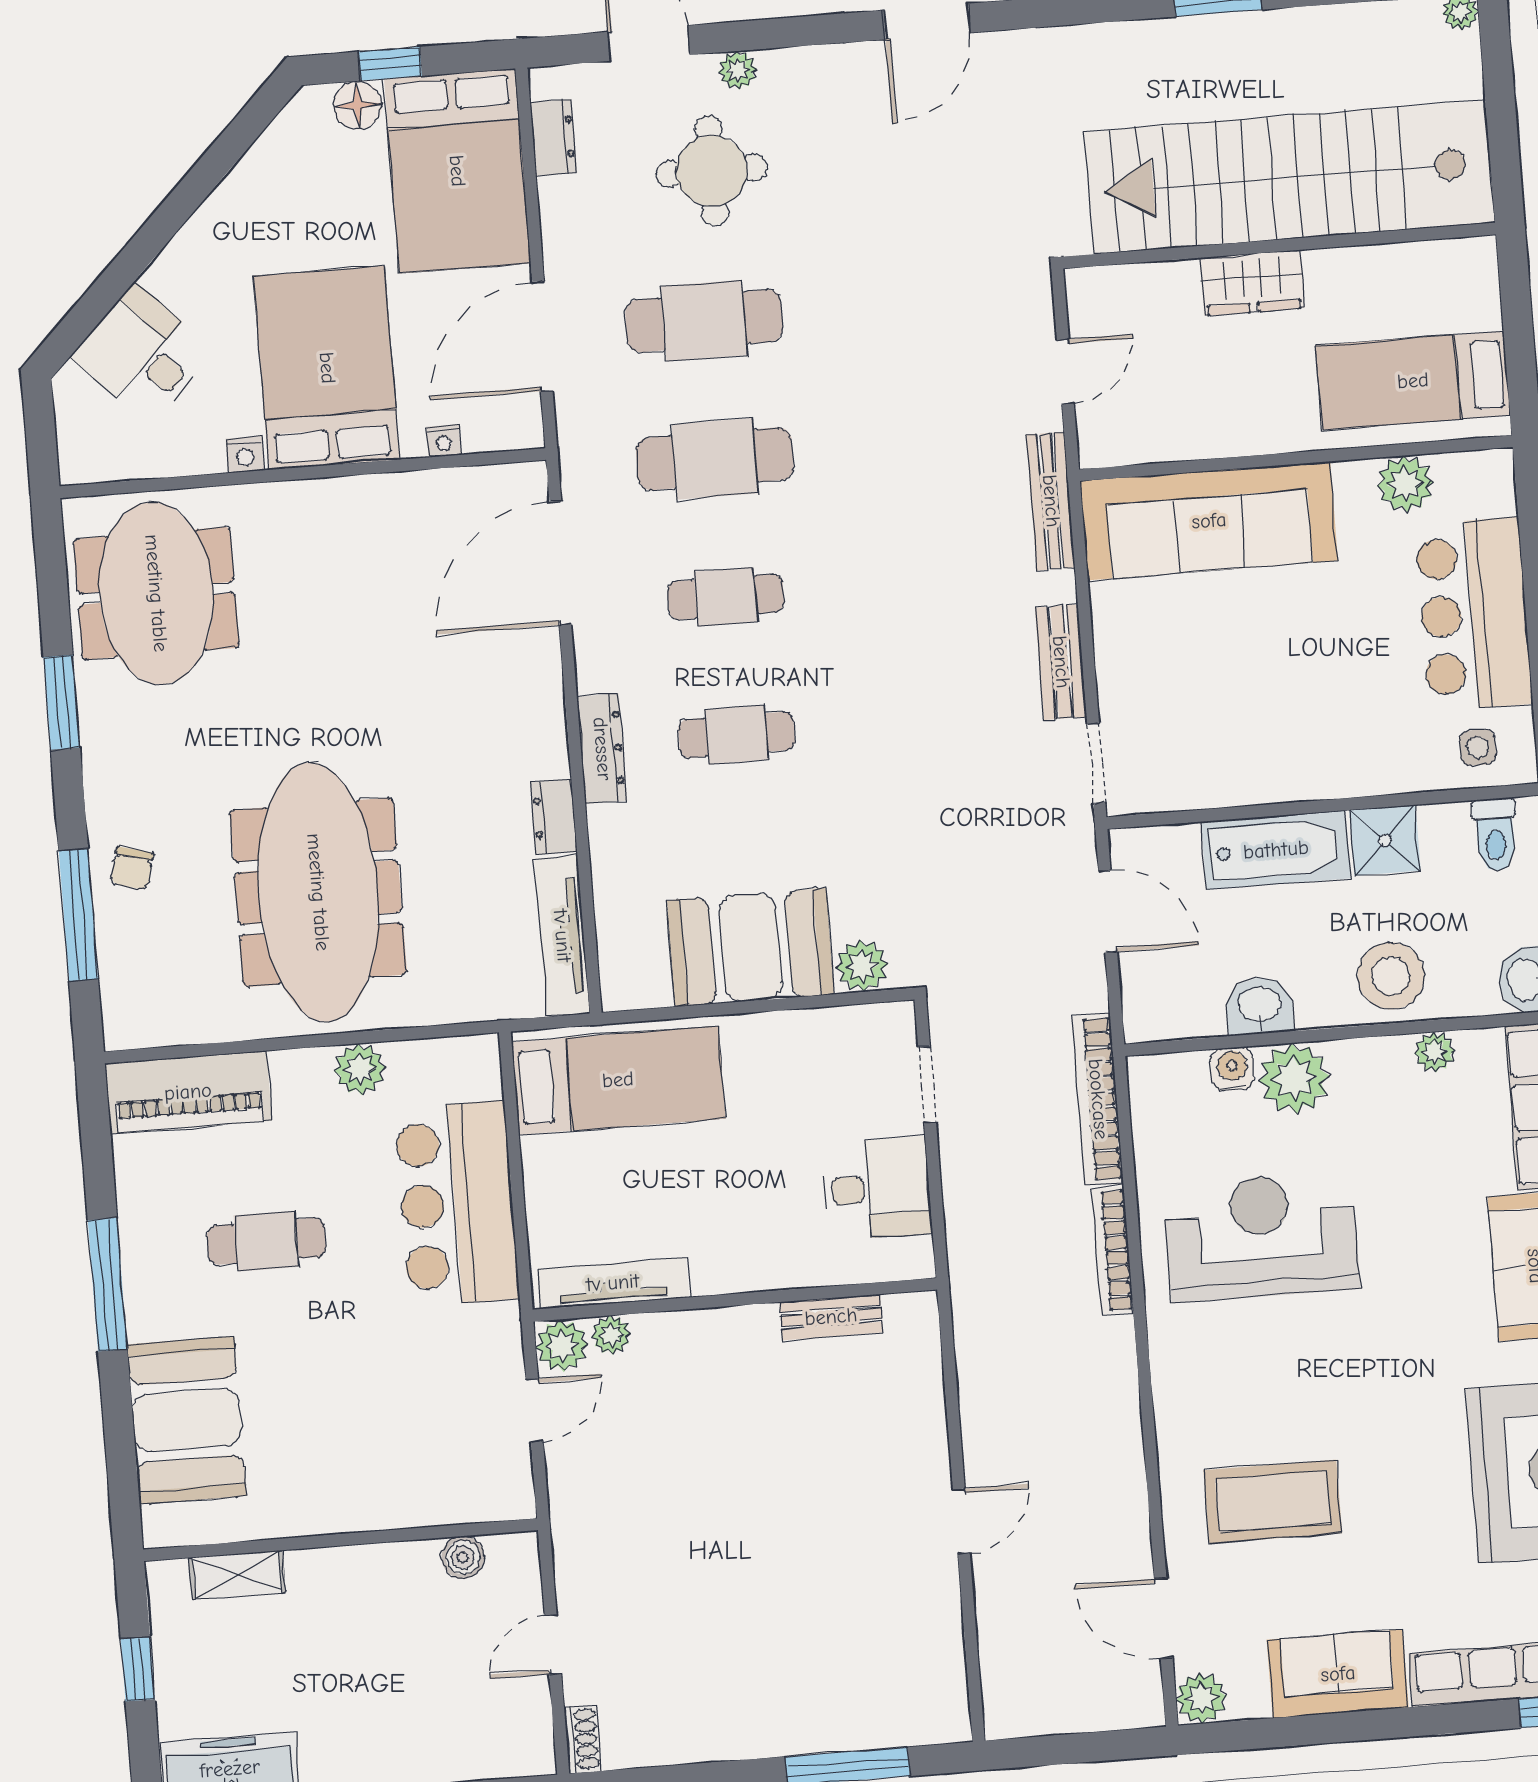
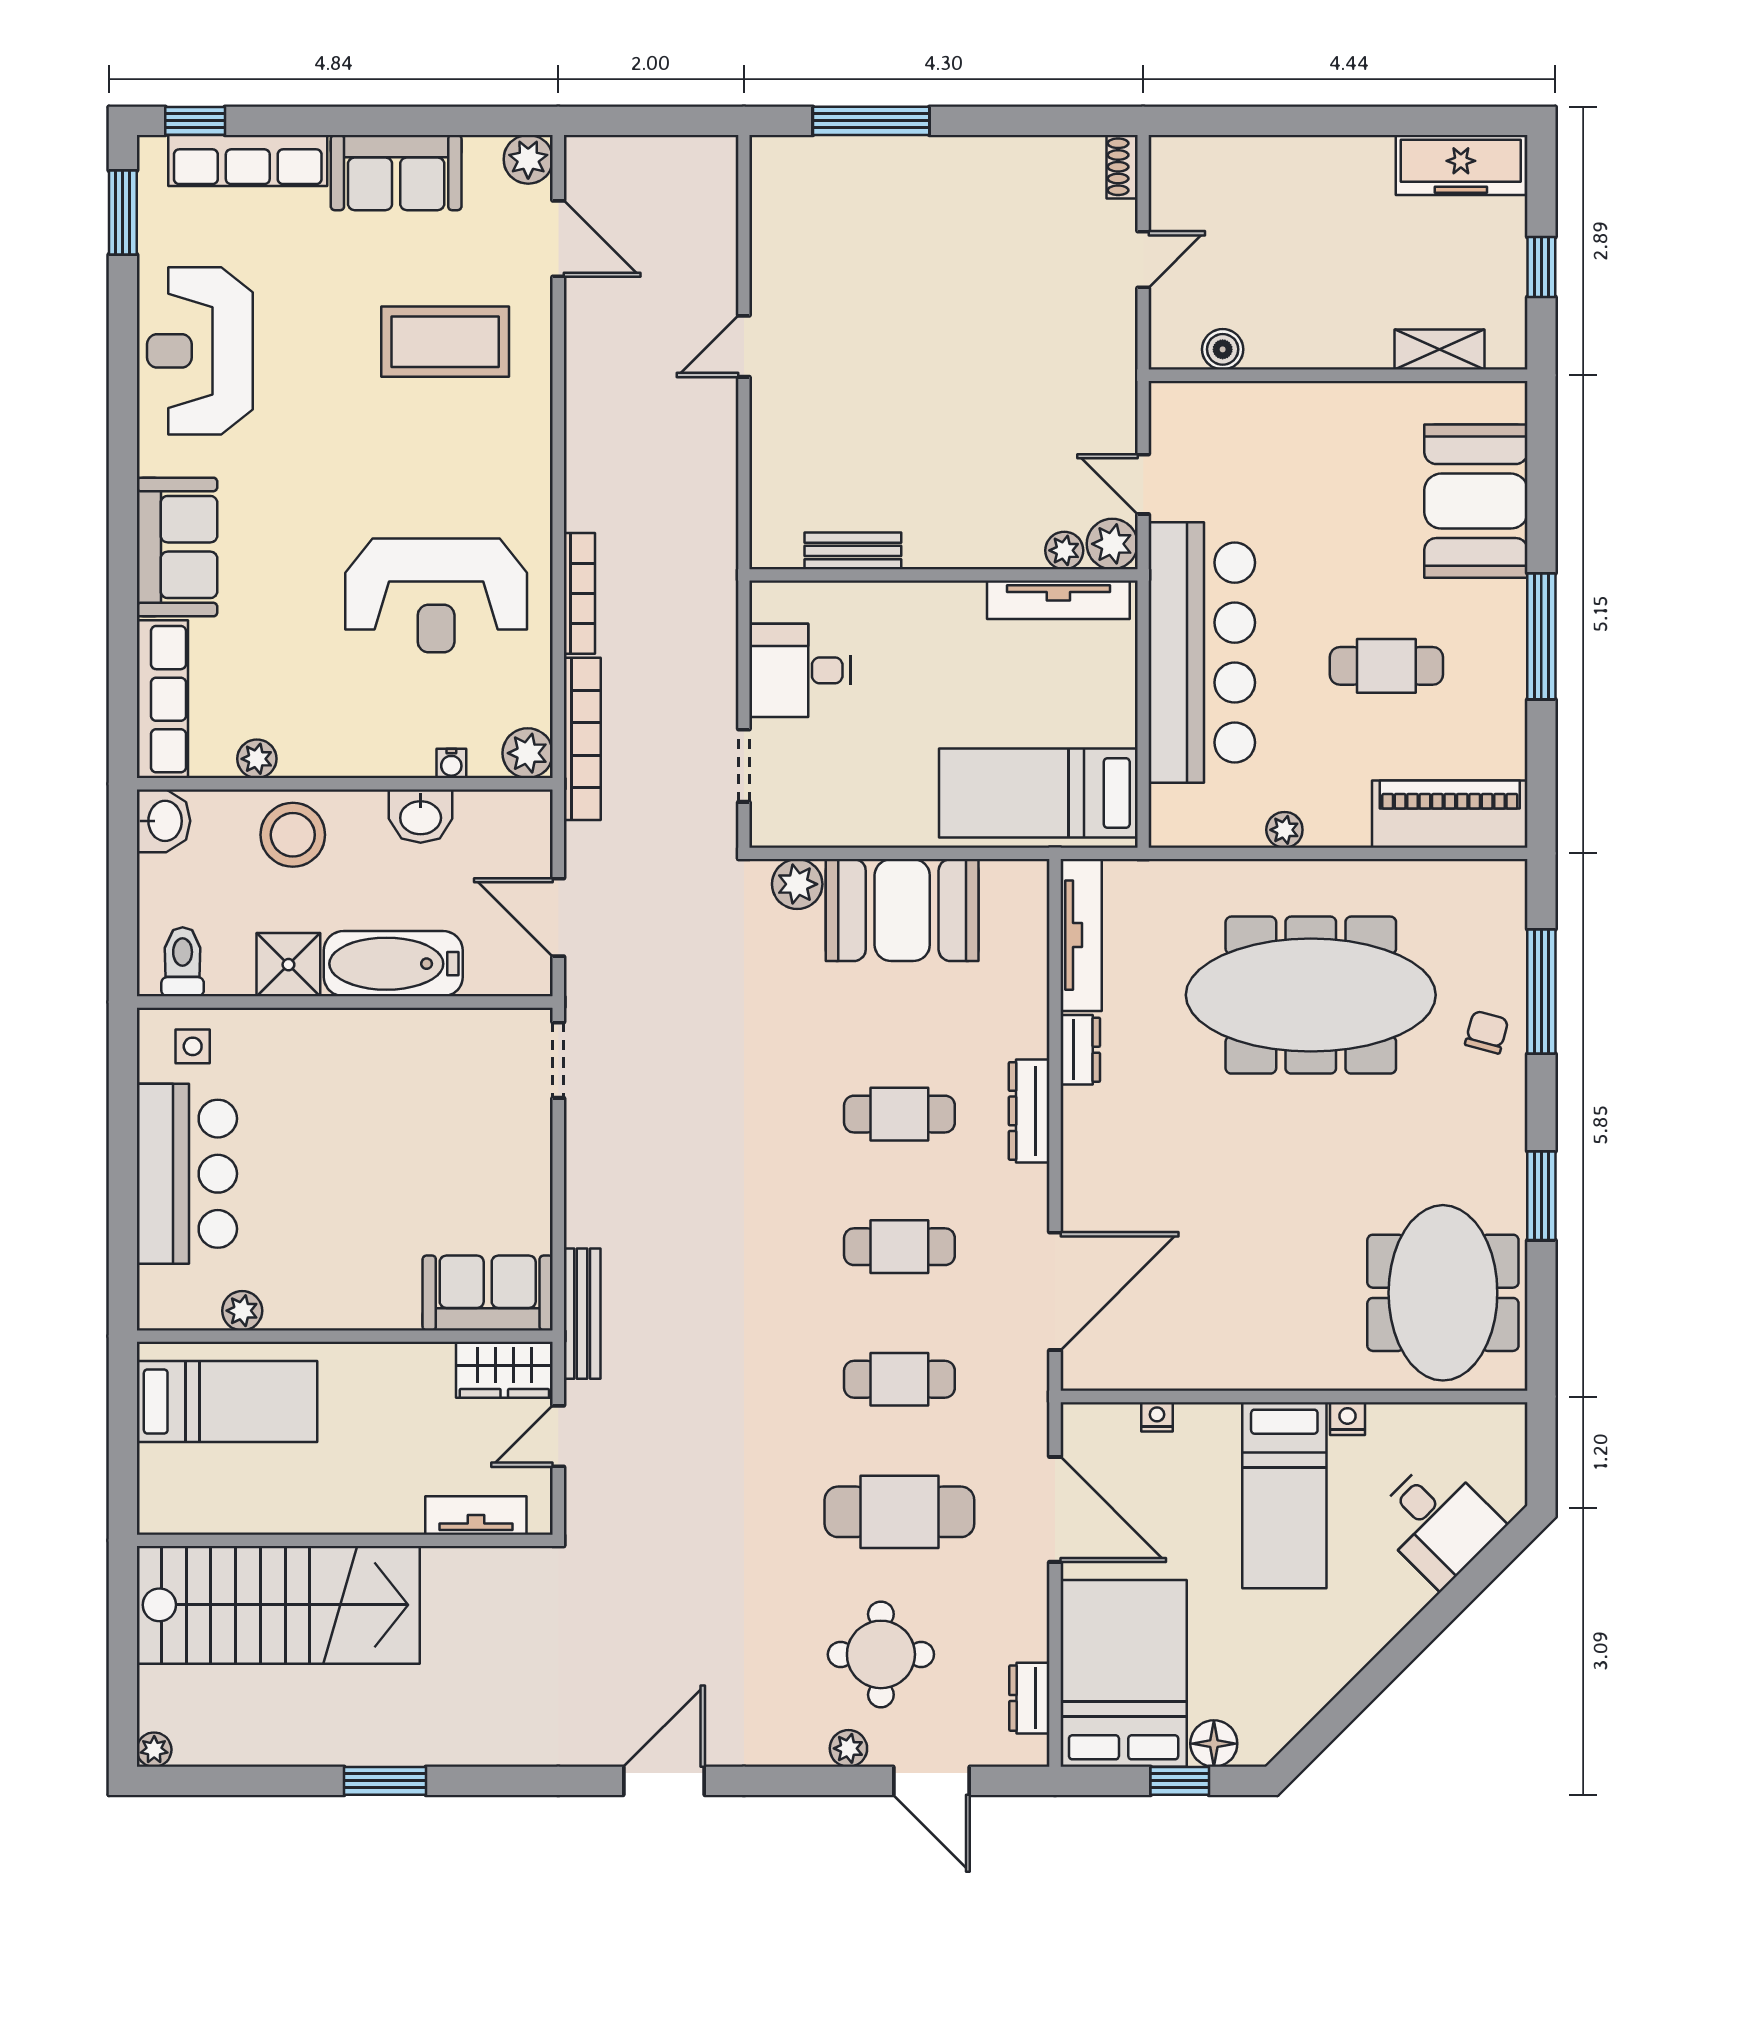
stairs: (1290, 177) -> (278, 1605), width x0.73
tv unit: (1145, 282) -> (476, 1516), added
wardrobe: (1252, 283) -> (504, 1370), moved, turned 180
door: (542, 336) -> (1055, 1509), hinge flipped
bed: (327, 368) -> (1284, 1495), width x0.67
cafe table: (715, 459) -> (899, 1379), width x0.73, depth x0.74
plant: (1405, 484) -> (242, 1311), width x0.73, depth x0.73
sofa: (1209, 521) -> (488, 1293), width x0.54, depth x0.79
bench: (1061, 662) -> (584, 1159), removed
meeting table: (318, 892) -> (1311, 995), turned 90
plant: (360, 1069) -> (1284, 830), width x0.73, depth x0.73
water cooler: (1232, 1069) -> (451, 763), width x0.72, depth x0.72
plant: (1294, 1078) -> (528, 753), moved, width x0.73, depth x0.73
bar counter: (457, 1204) -> (1202, 653), width x1.36
door: (535, 1410) -> (1143, 484), hinge flipped

